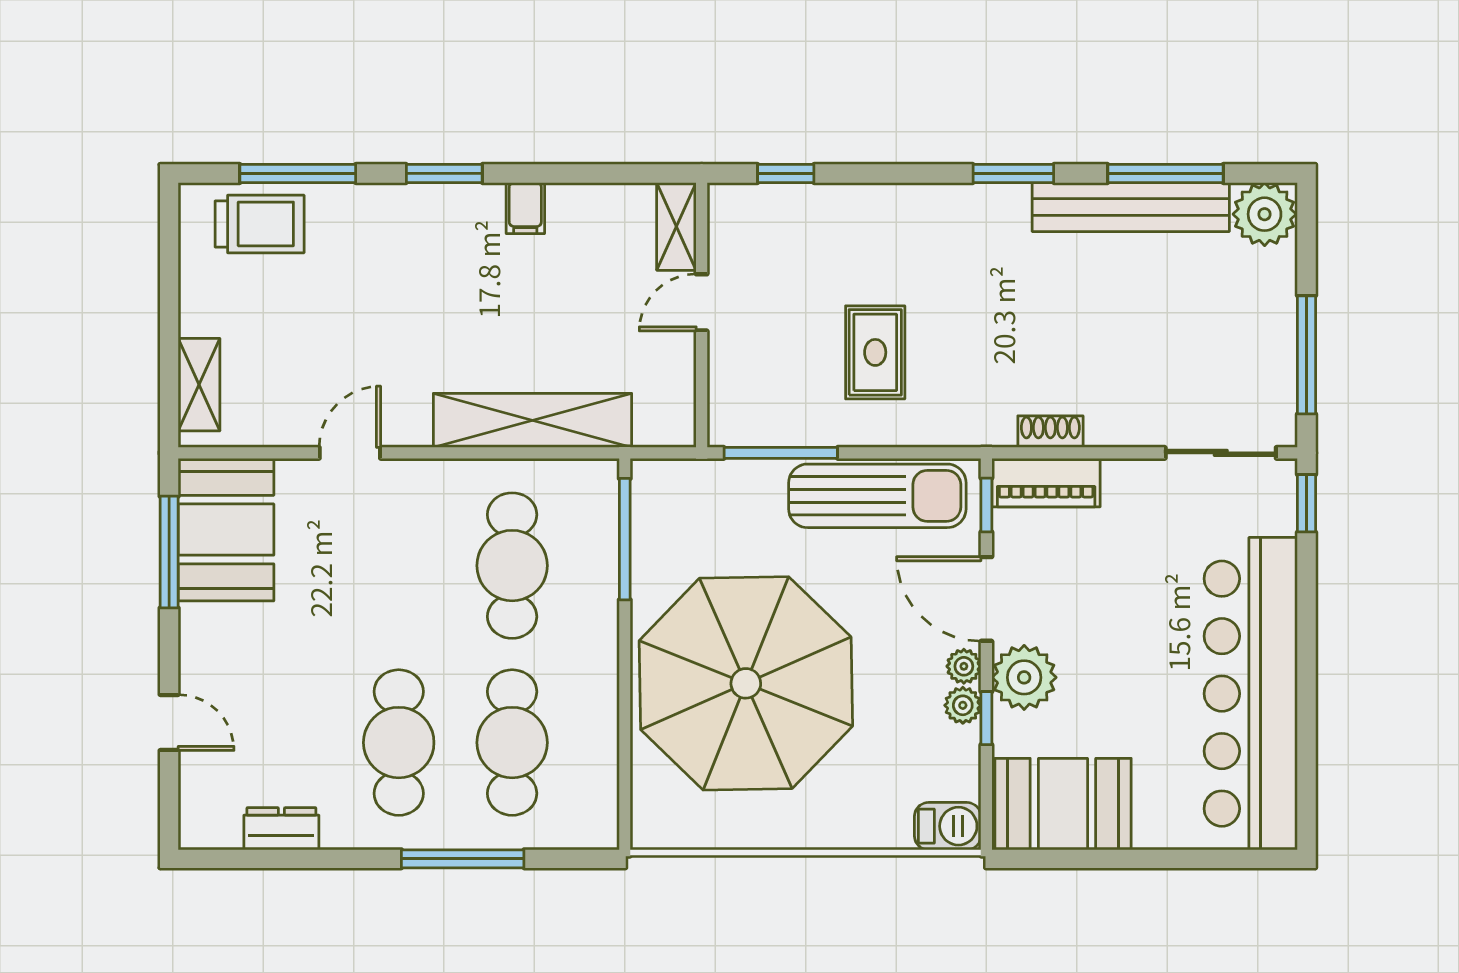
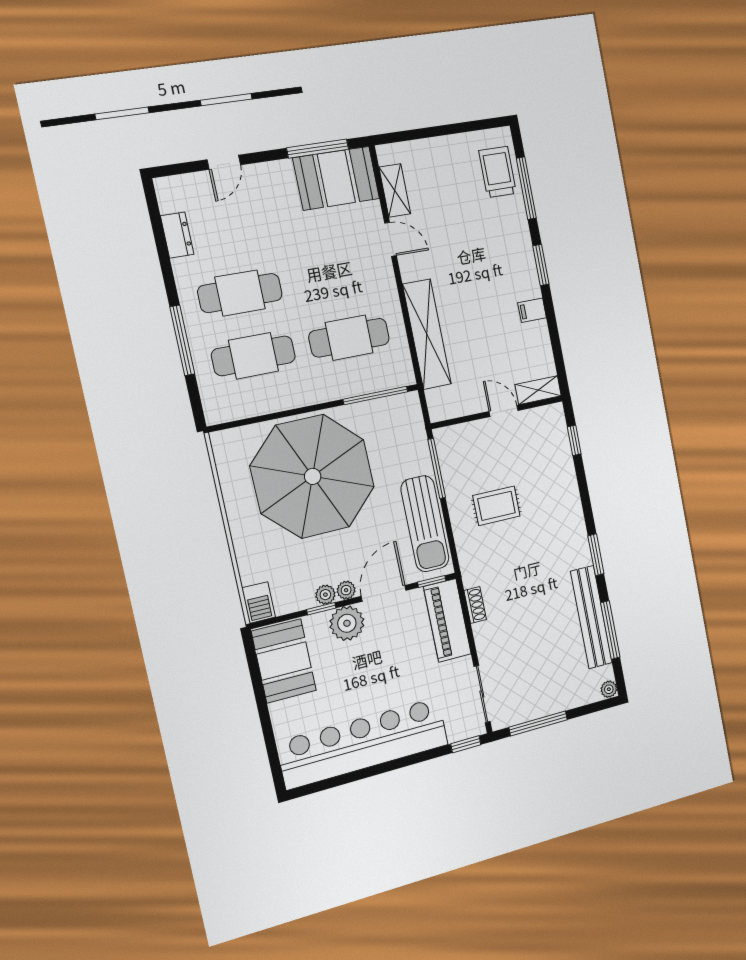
plant: (1265, 214) -> (609, 689), width x0.53, depth x0.53
trolley: (260, 224) -> (498, 172), turned 180
shelving: (199, 385) -> (395, 190), moved, turned 90
piano: (1046, 483) -> (447, 620), width x1.37, depth x1.33

